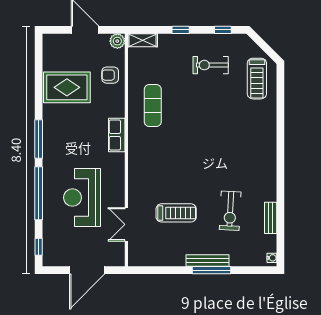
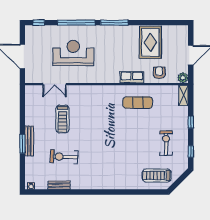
row of seats: (117, 135) -> (132, 77), moved
double door: (126, 224) -> (54, 84), swing flipped
window: (211, 270) -> (22, 144), width x0.69

